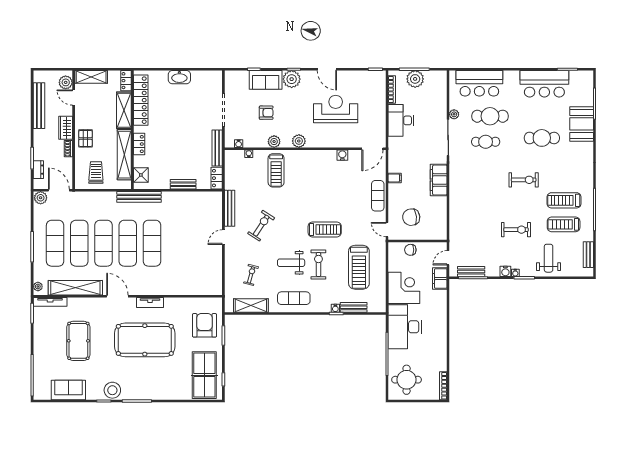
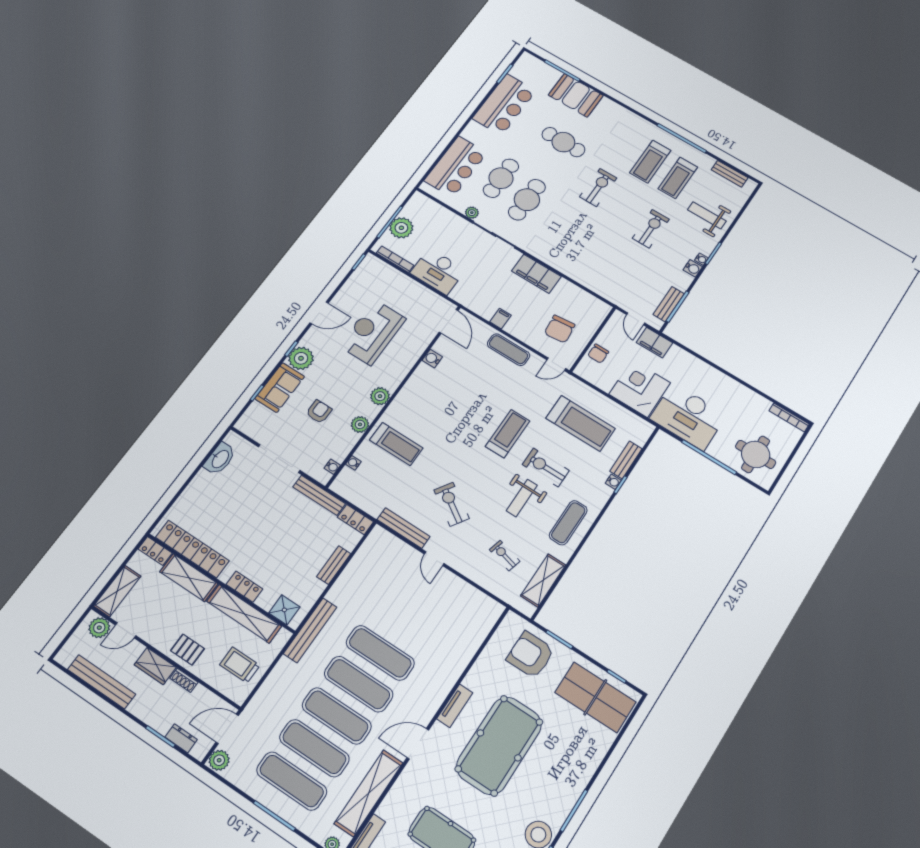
washbasin: (179, 77) -> (220, 459), moved
cafe table: (542, 138) -> (563, 142), turned 90
cafe table: (486, 142) -> (527, 200), width x1.37, depth x1.35

